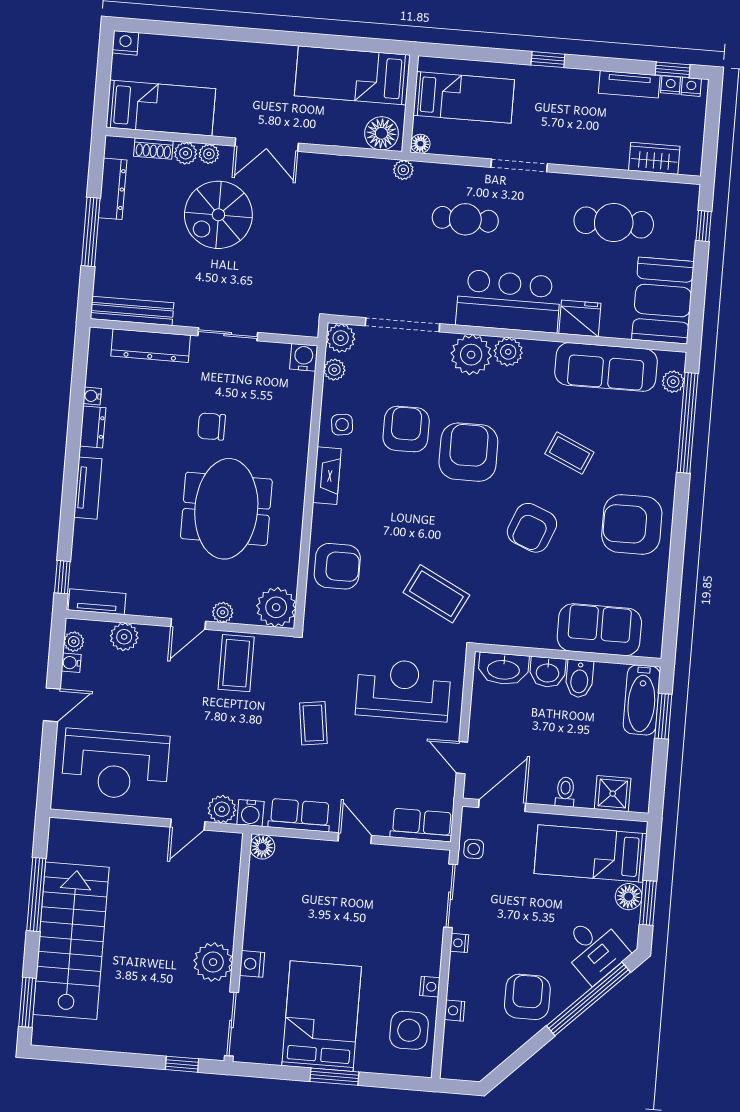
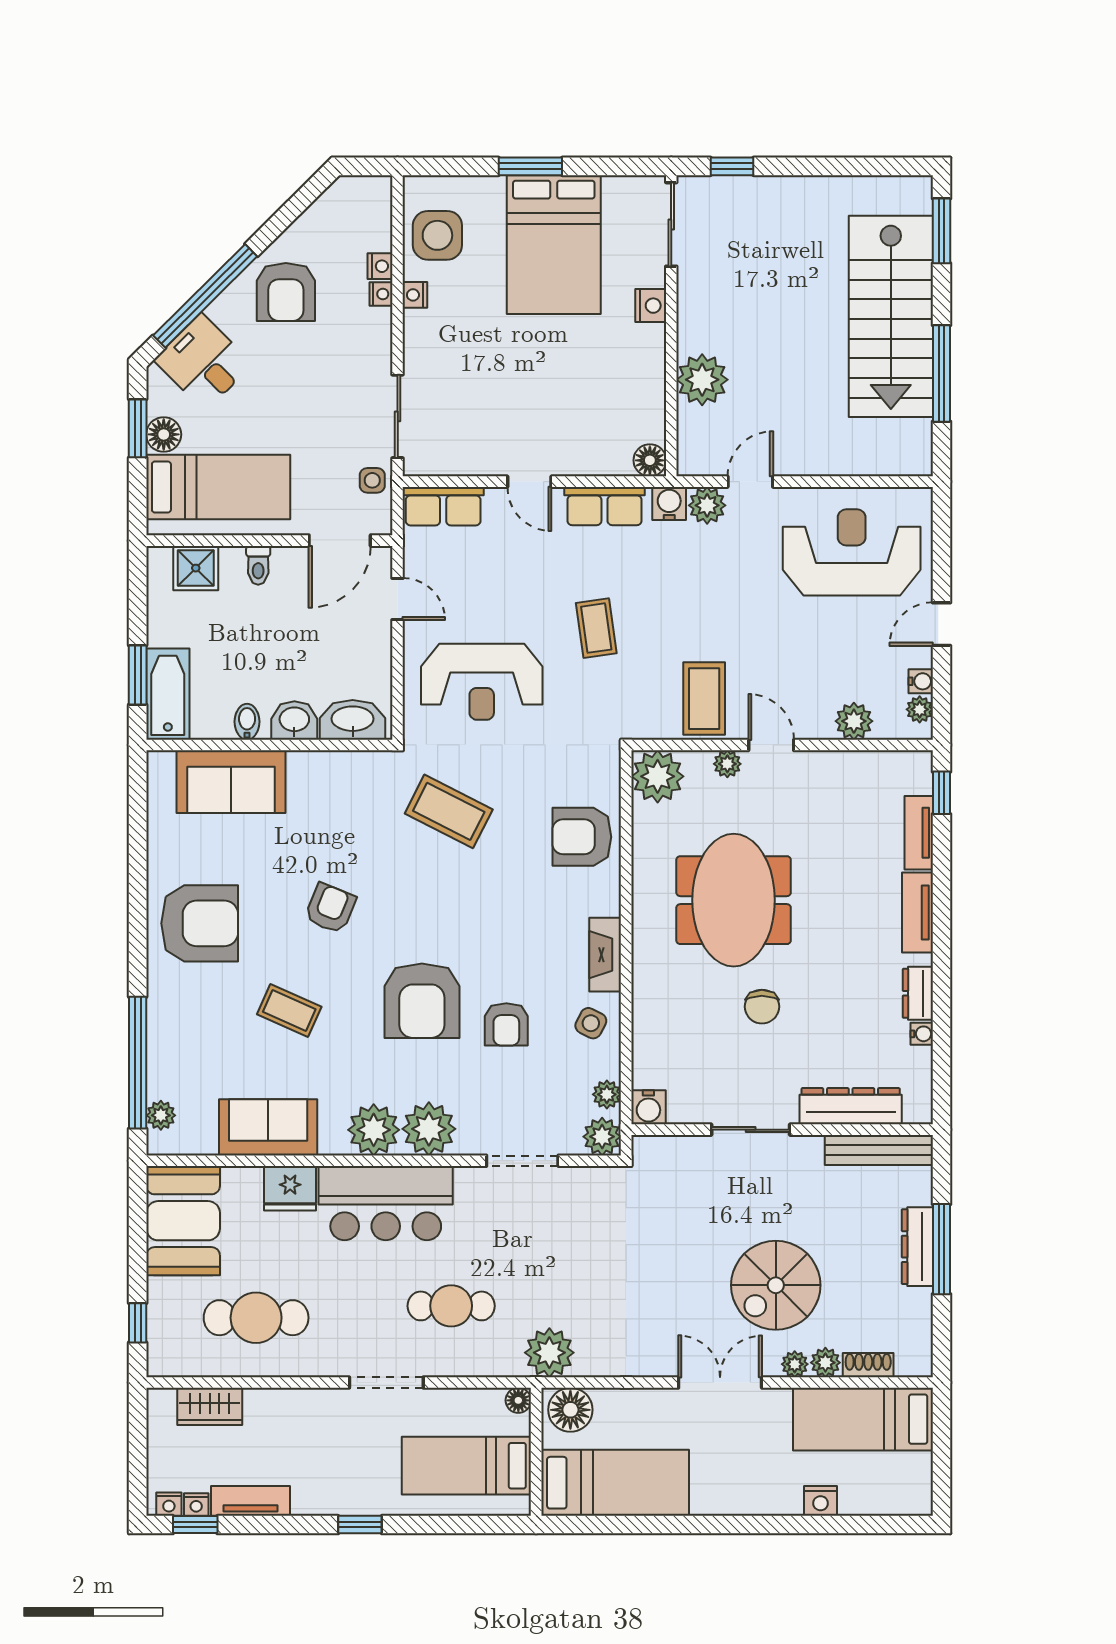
nightstand: (125, 43) -> (821, 1501), moved
plant: (403, 170) -> (549, 1353), width x1.88, depth x1.88
dresser: (113, 189) -> (917, 1247), moved
spiral stairs: (218, 215) -> (776, 1285), turned 180
doorway: (402, 325) -> (522, 1161), width x0.73
plant: (508, 352) -> (374, 1130), width x1.36, depth x1.36
sofa: (606, 367) -> (268, 1127), width x0.73
side table: (342, 425) -> (591, 1023), turned 35
chair: (211, 426) -> (762, 1007), turned 90
armchair: (406, 429) -> (506, 1024), width x0.72, depth x0.72
armchair: (532, 528) -> (330, 908), width x0.72, depth x0.72
tv unit: (97, 602) -> (919, 833), moved, turned 90
door: (188, 624) -> (771, 745), hinge flipped
bidet: (579, 679) -> (247, 722), width x0.72, depth x0.74
nightstand: (459, 943) -> (381, 294), moved
plant: (213, 962) -> (702, 380), moved

